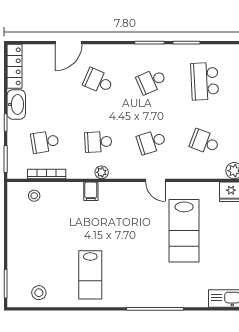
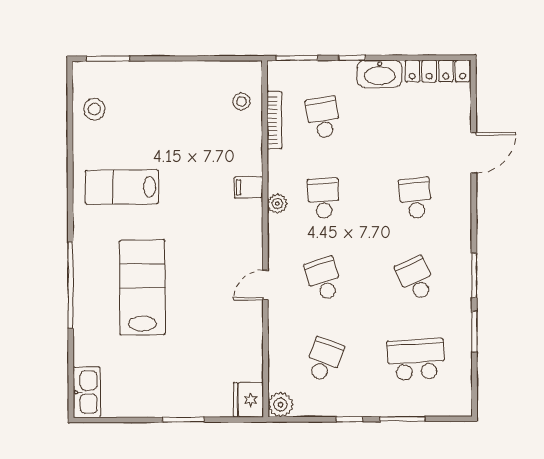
door: (69, 43) -> (474, 153), swing flipped
school desk: (98, 81) -> (415, 198), turned -30
lab bench: (184, 231) -> (142, 287), moved, turned 90

